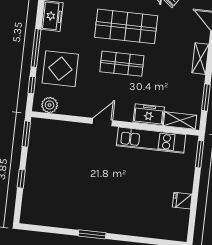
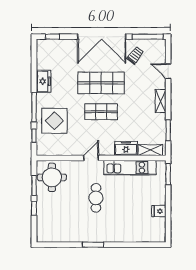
plant: (50, 105) -> (49, 150), removed
window: (26, 134) -> (34, 185), moved
round table: (49, 141) -> (52, 177), added
cafe table: (103, 174) -> (96, 198), added

